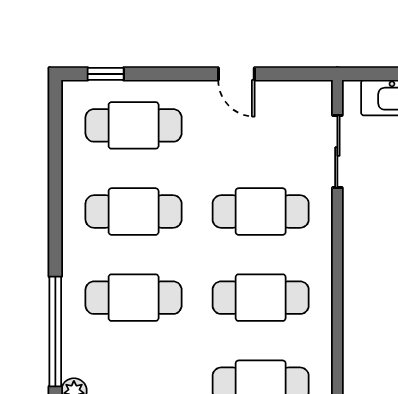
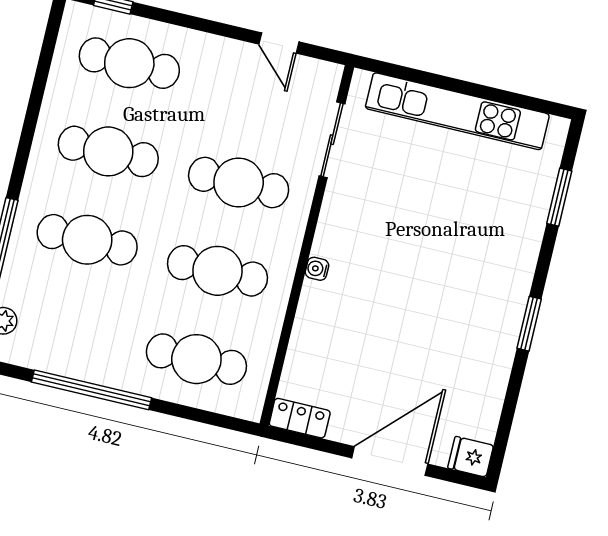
door: (236, 74) -> (279, 43), moved
water cooler: (352, 274) -> (317, 269), added

